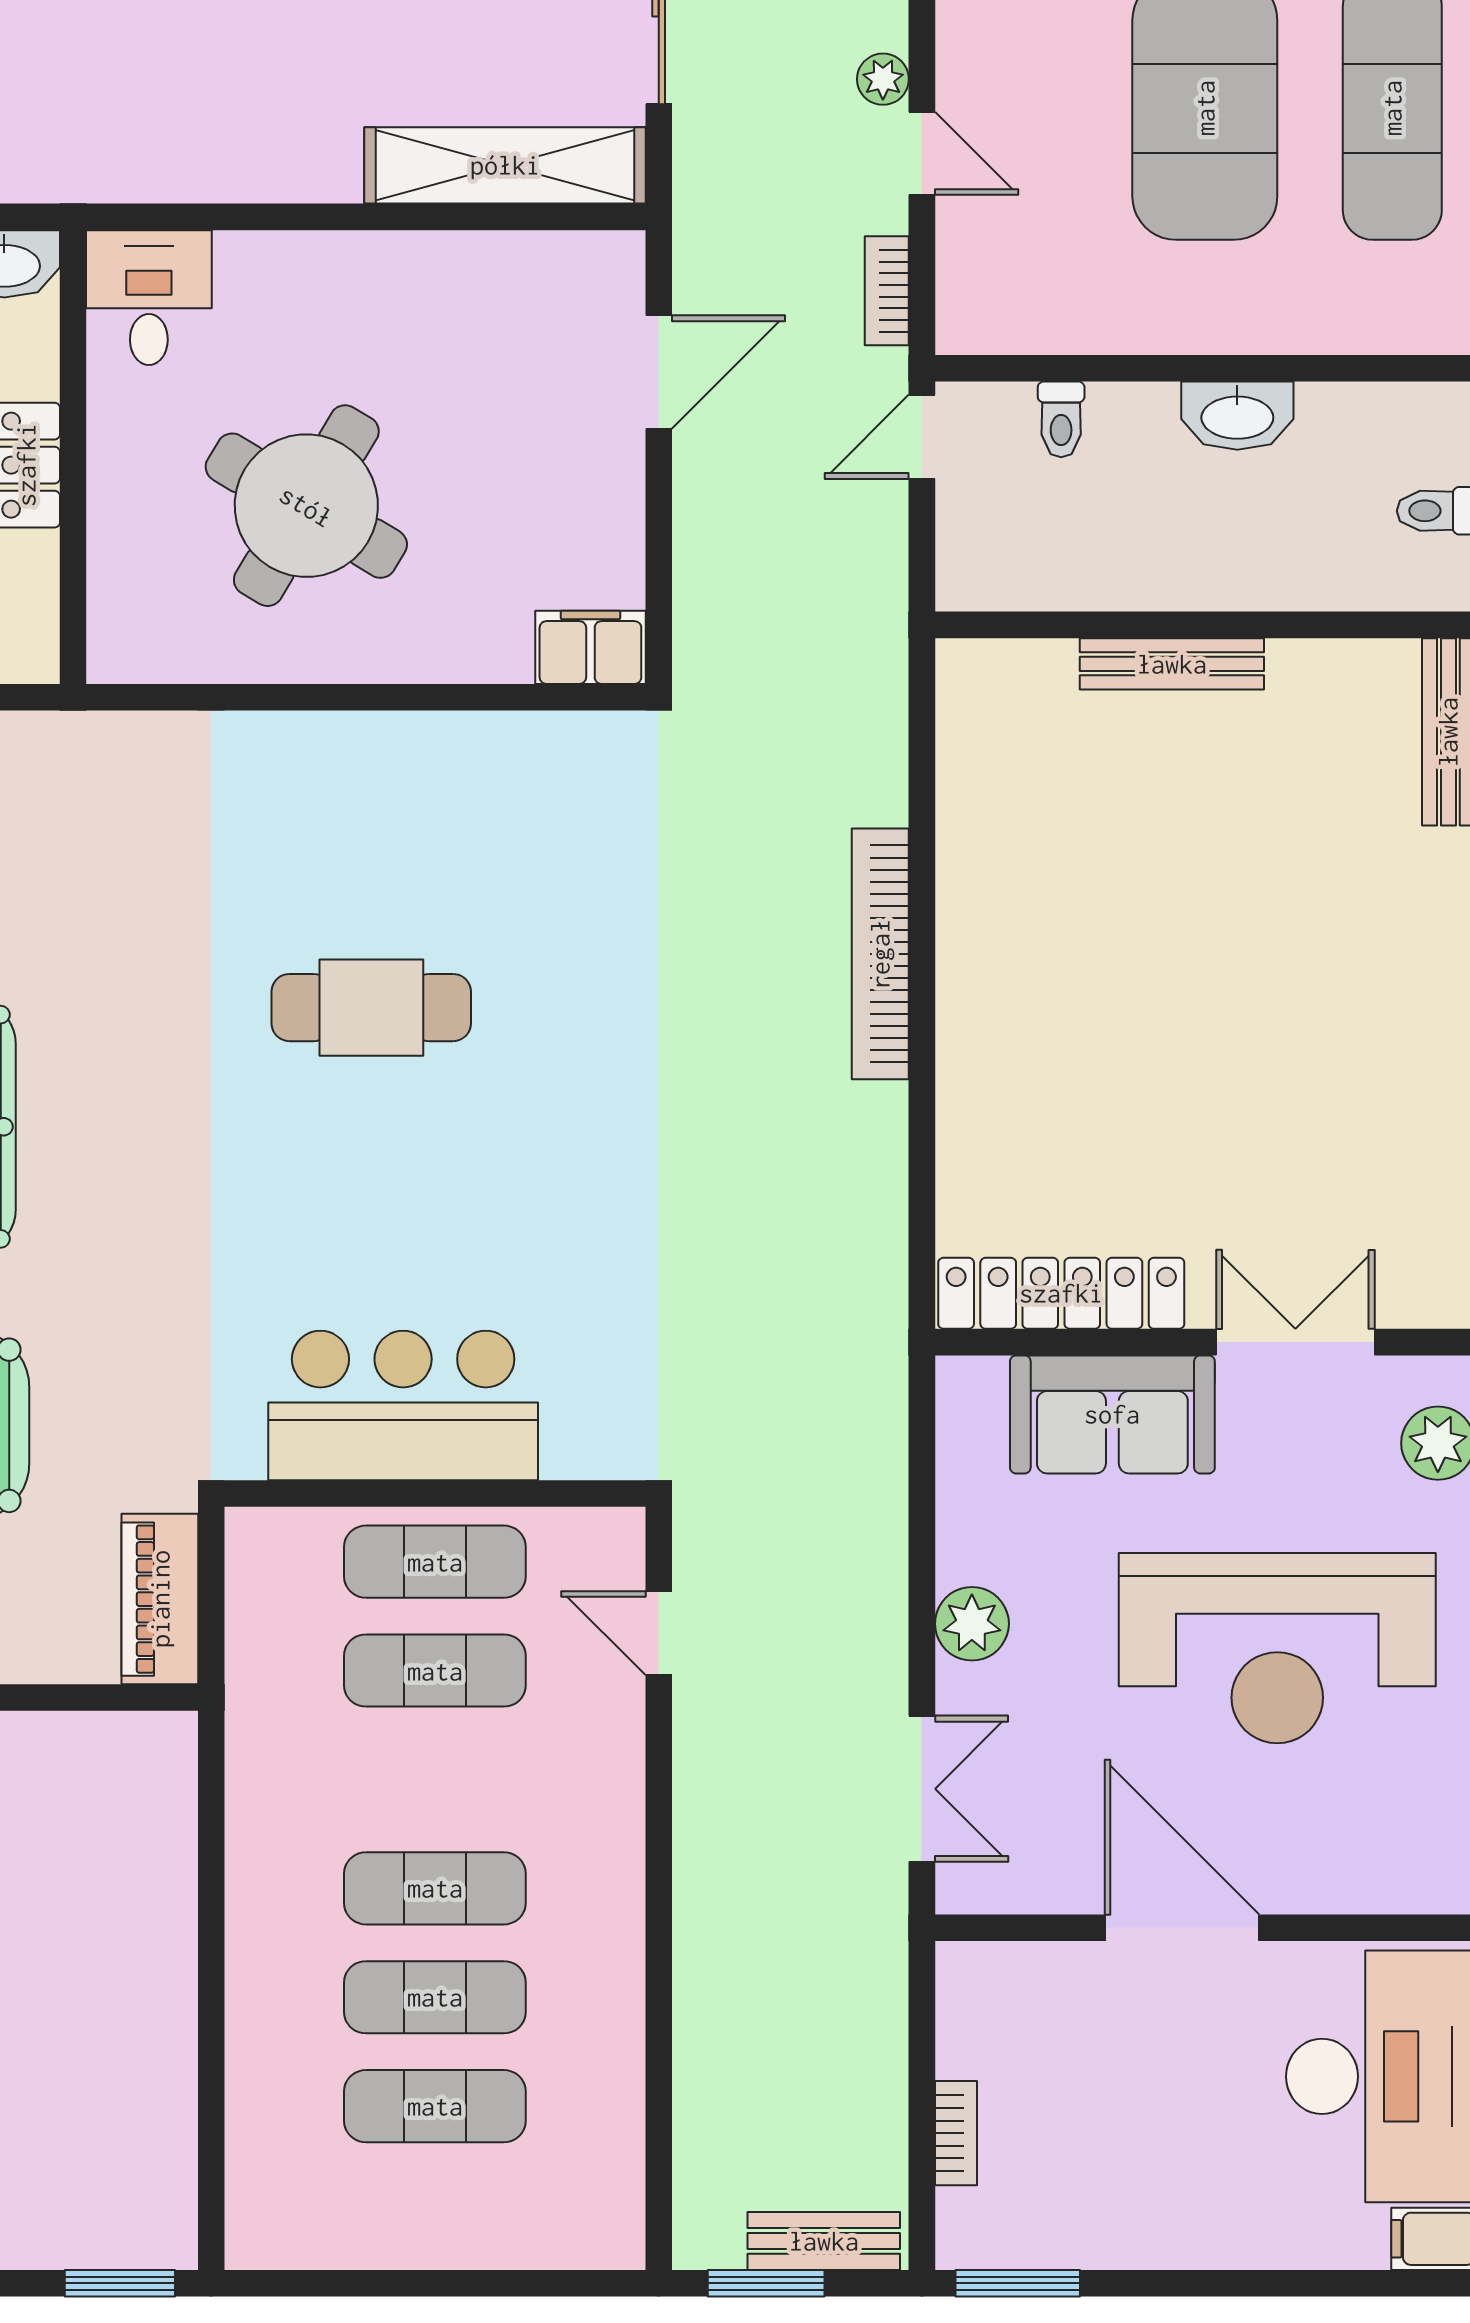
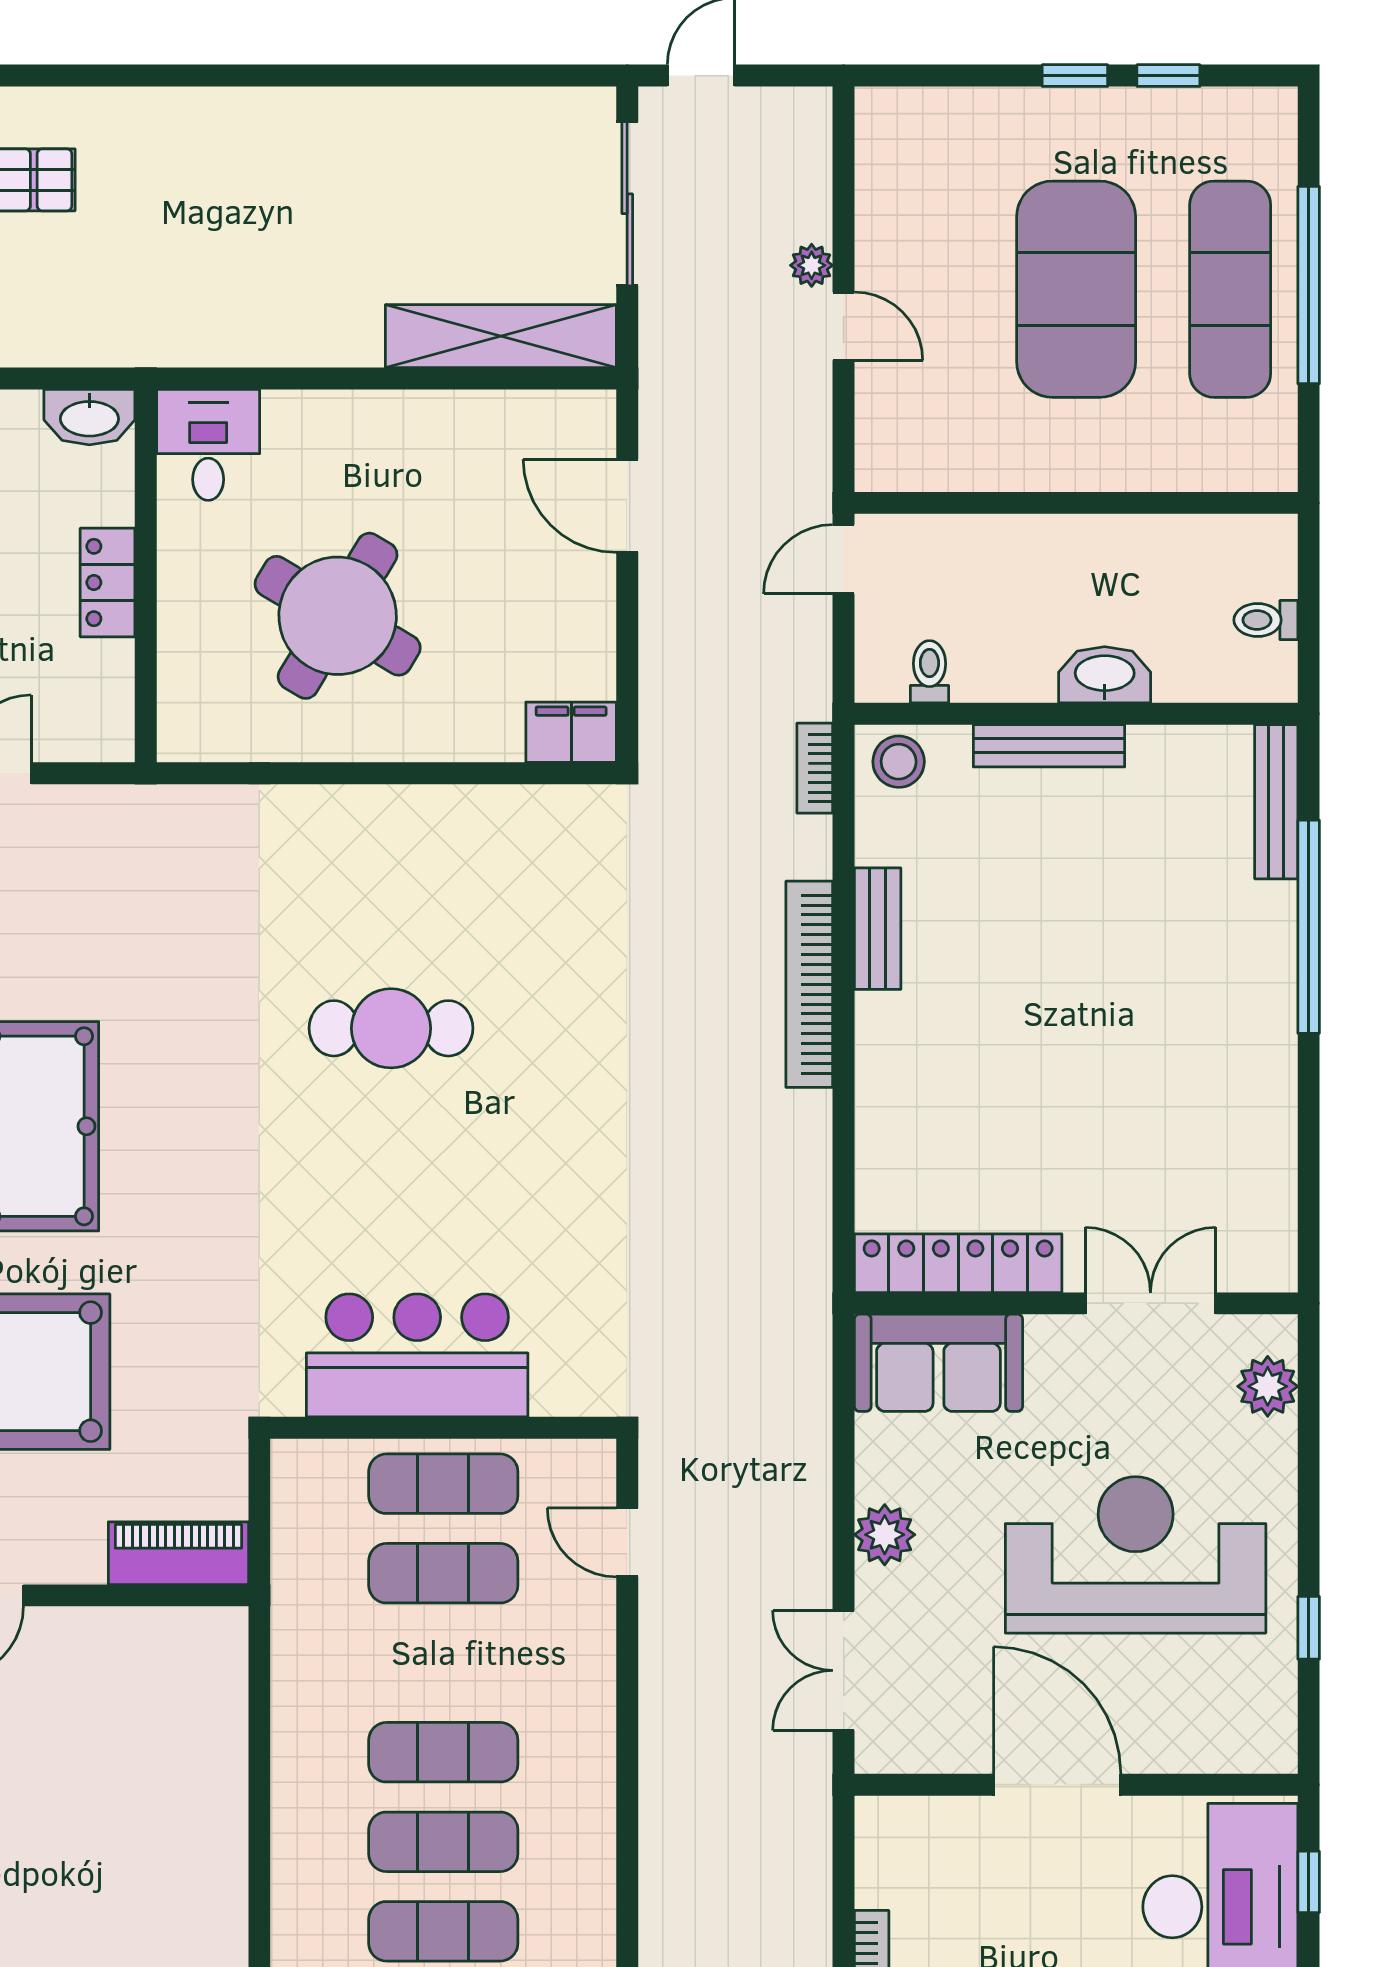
bookcase: (887, 291) -> (815, 768), moved
door: (659, 372) -> (627, 506), swing flipped
washbasin: (1237, 416) -> (1105, 675), moved, turned 180
toilet: (1061, 419) -> (929, 672), moved, turned 180
stool: (989, 683) -> (899, 762), added
bench: (963, 886) -> (878, 929), added
sofa: (1112, 1414) -> (938, 1363), moved
piano: (160, 1599) -> (178, 1553), moved, turned 90
reception desk: (1277, 1648) -> (1136, 1555), turned 180
double door: (922, 1789) -> (844, 1670), swing flipped

